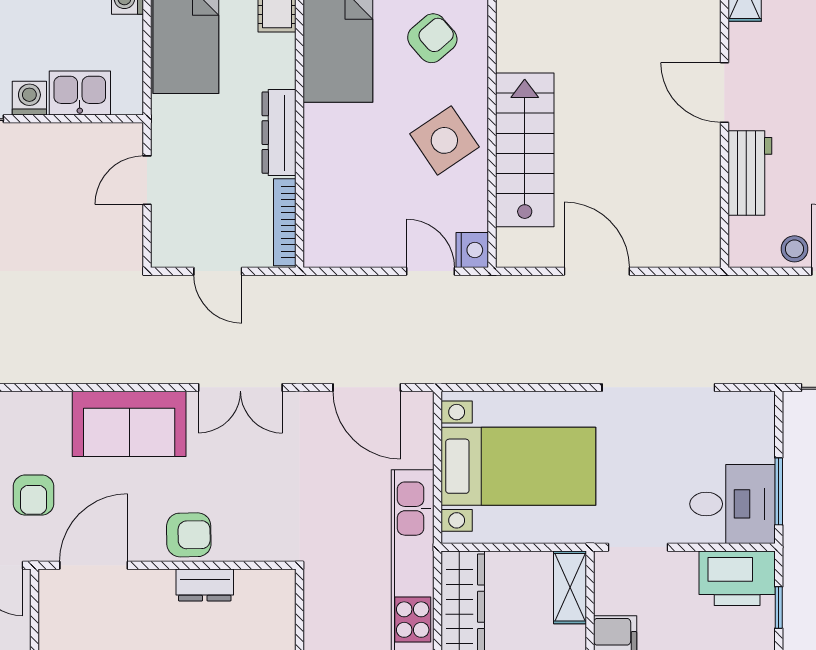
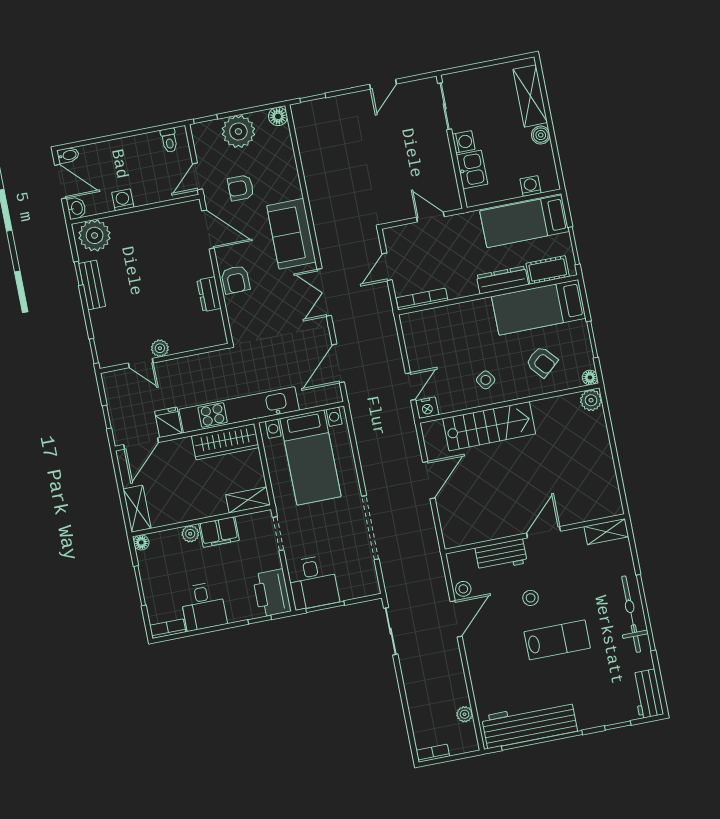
dresser: (279, 133) -> (502, 280), moved
side table: (444, 140) -> (486, 380), width x0.54, depth x0.54

